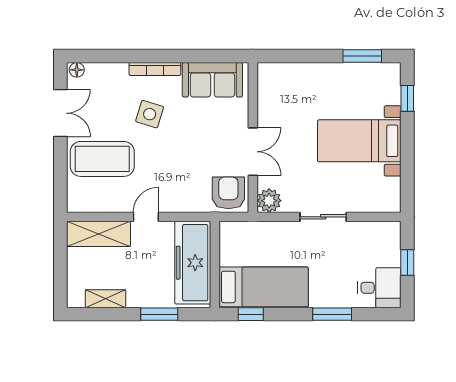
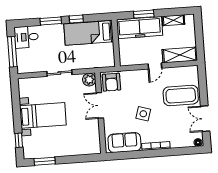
side table: (150, 114) -> (143, 114), moved
freezer: (193, 263) -> (140, 28), moved, turned 90
window: (407, 263) -> (12, 52), width x2.17
window: (251, 314) -> (76, 19), moved

